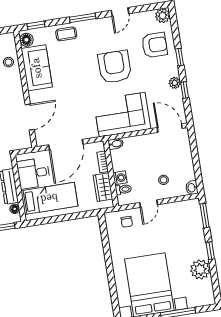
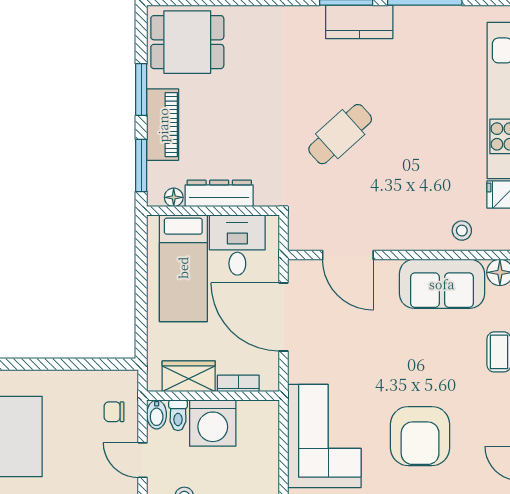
armchair: (115, 67) -> (420, 436), turned 90
bidet: (116, 144) -> (157, 414), moved
washing machine: (120, 178) -> (213, 423), width x1.89, depth x1.89

